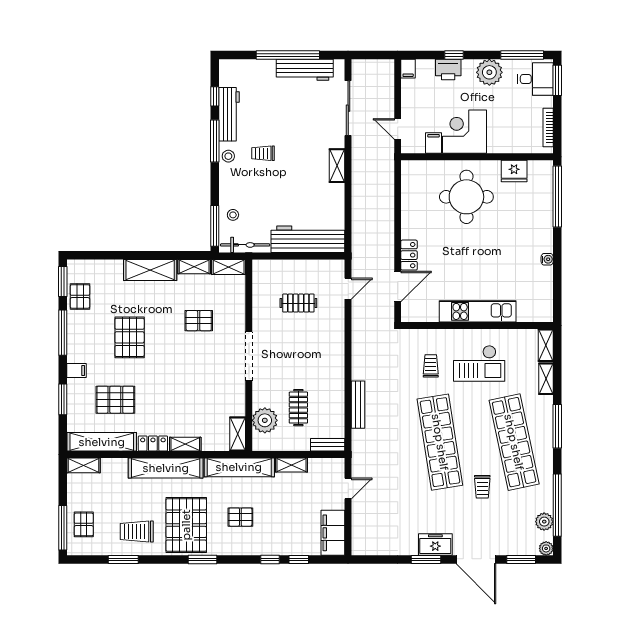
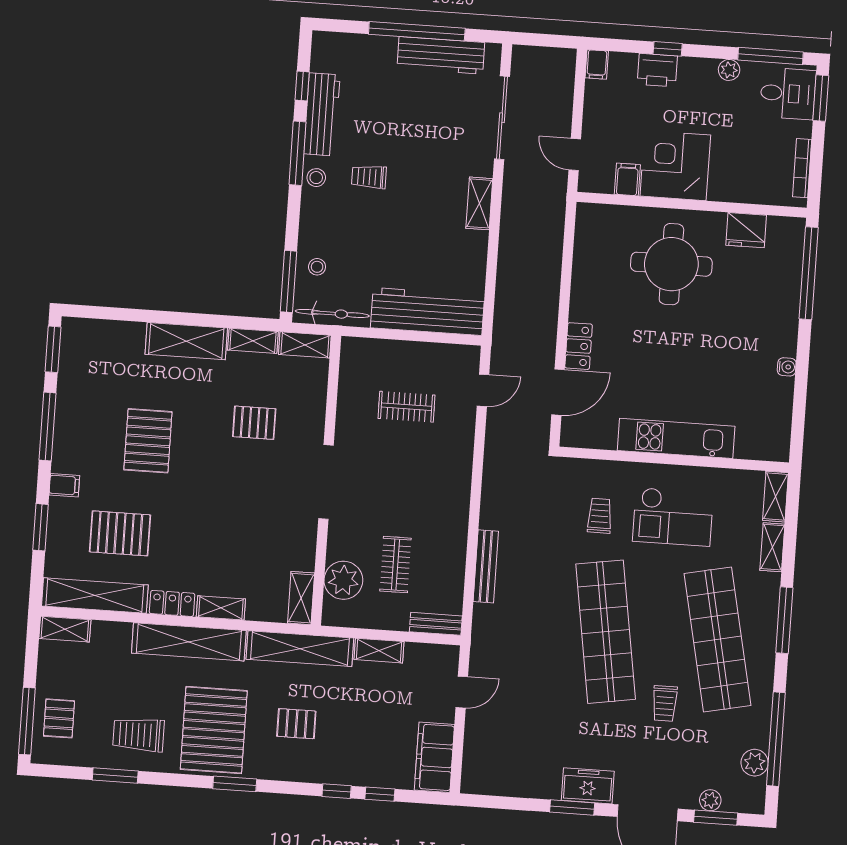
plant: (489, 72) -> (729, 70), width x0.53, depth x0.53
pallet: (80, 296) -> (77, 374), removed
plant: (546, 548) -> (710, 800), moved

